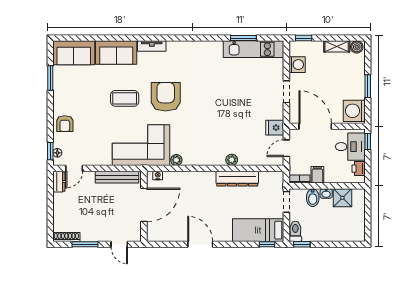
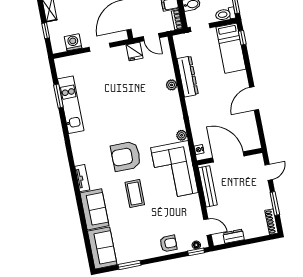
window: (304, 38) -> (46, 31), moved
kitchen unit: (253, 49) -> (71, 105), moved
dresser: (59, 182) -> (234, 236), moved

